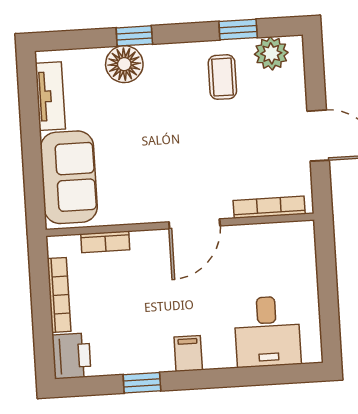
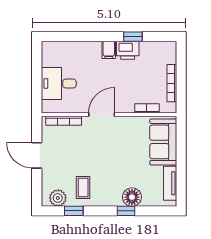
desk: (267, 332) -> (59, 83), moved, turned -90
printer: (72, 356) -> (128, 50), moved, turned -90

